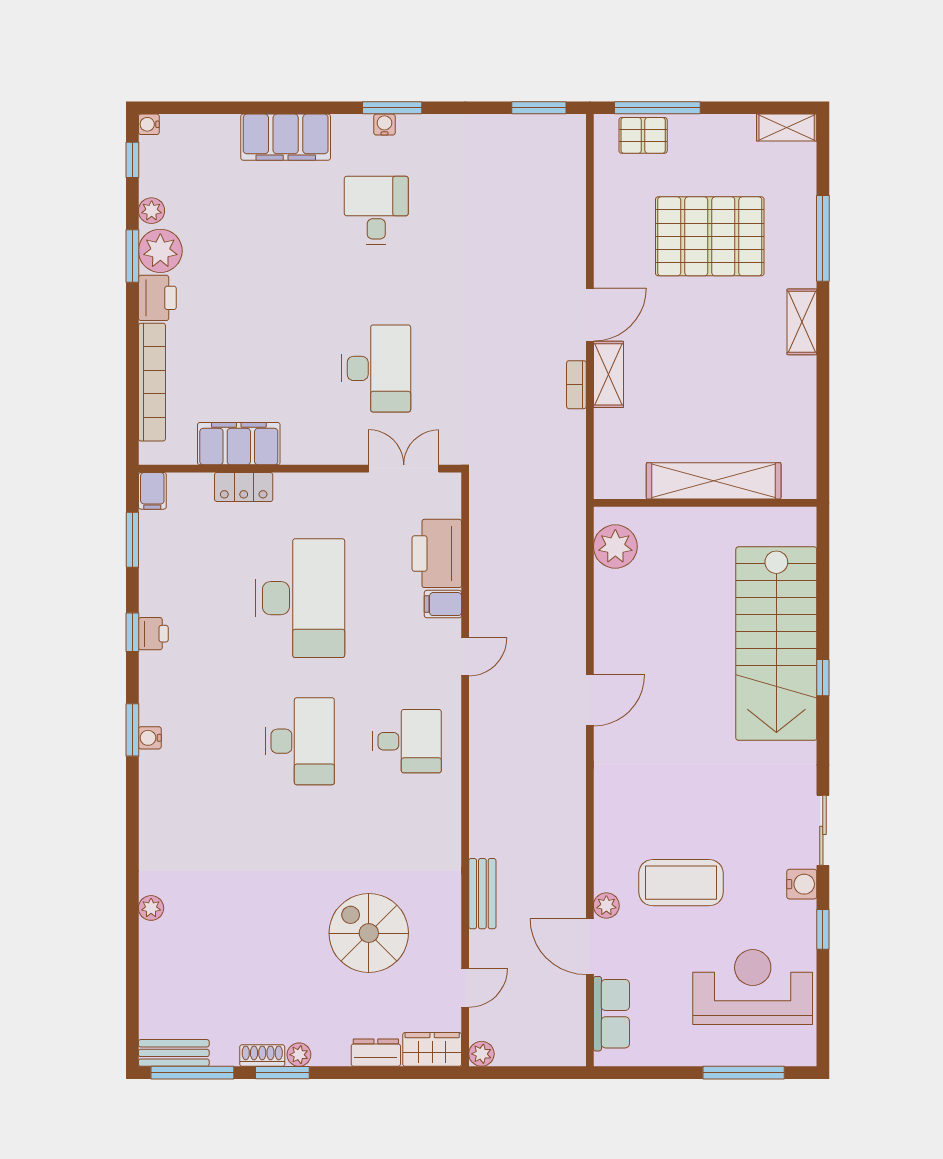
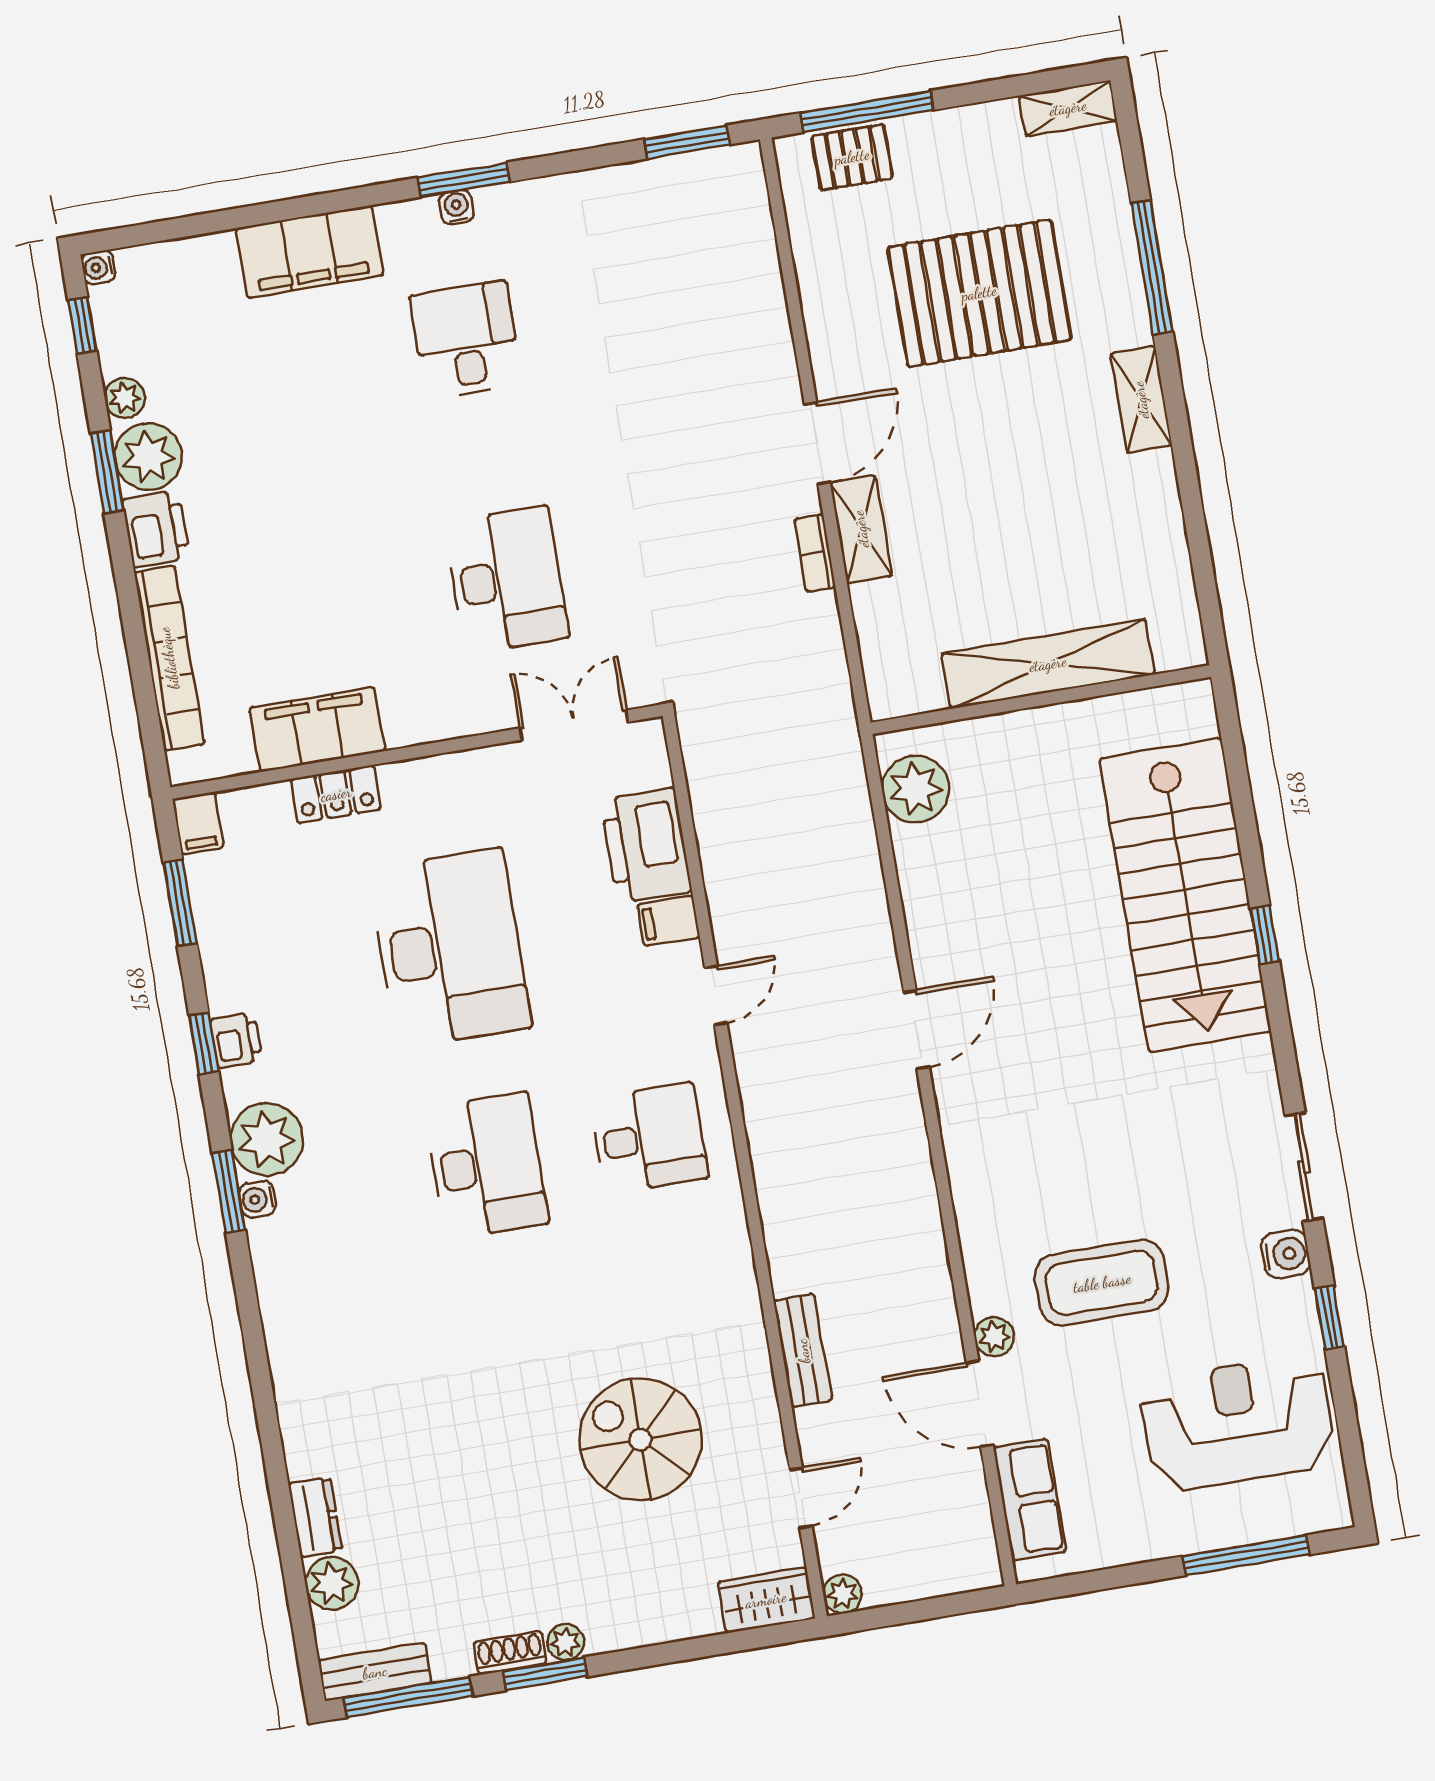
plant: (162, 701) -> (266, 1140), added
plant: (151, 908) -> (332, 1583), moved, width x1.38, depth x1.38
dresser: (376, 1053) -> (315, 1517), moved, turned 90

